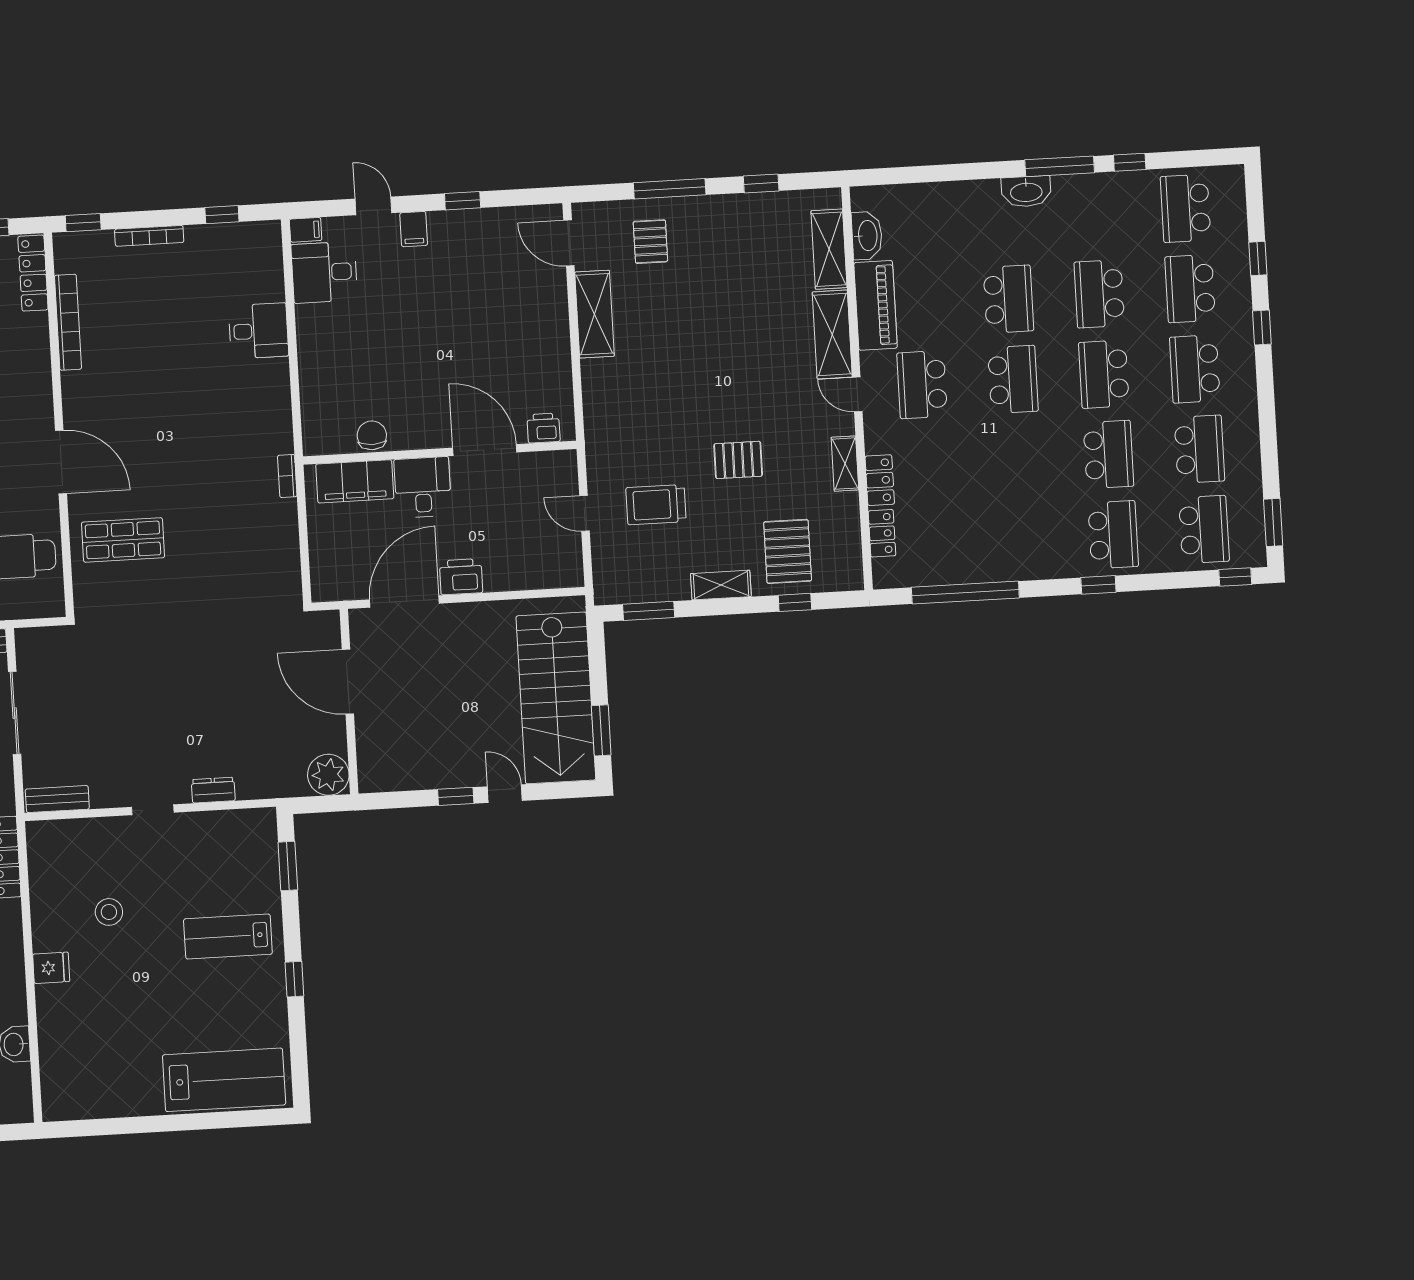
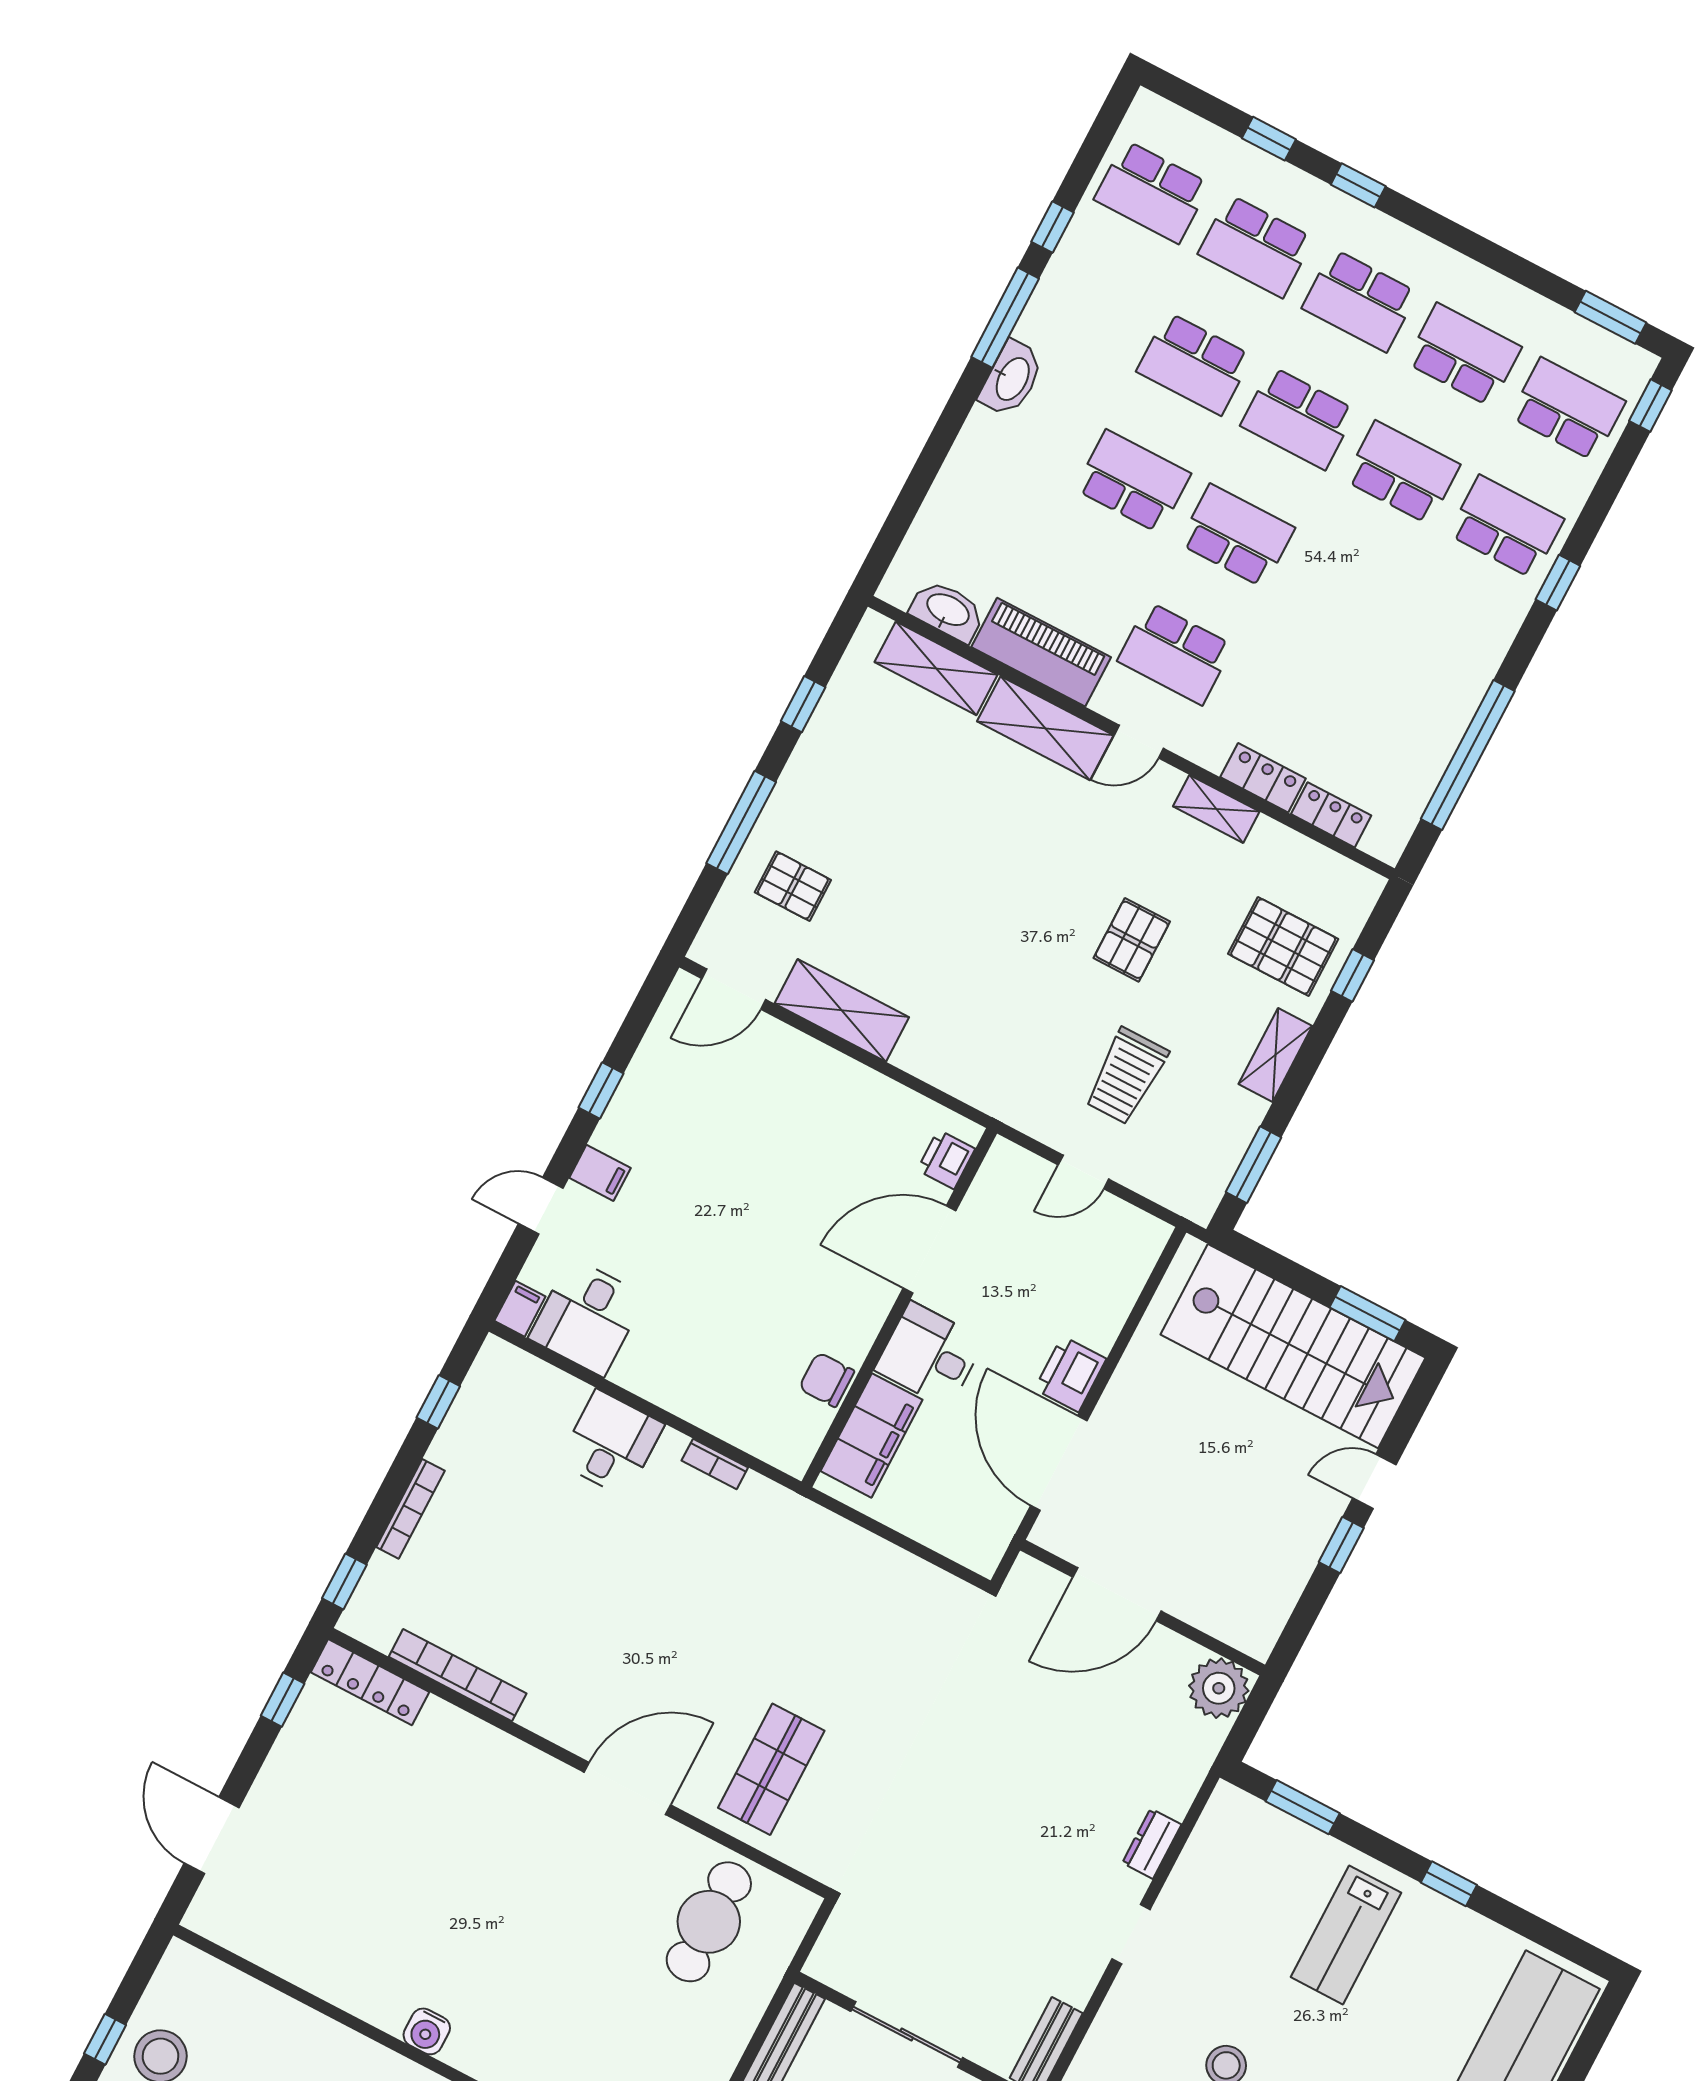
bookcase: (287, 476) -> (715, 1464), moved

